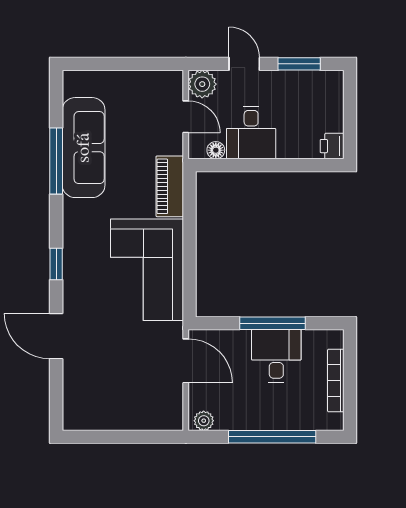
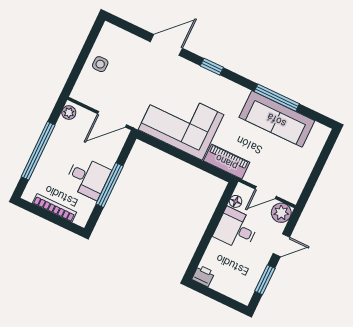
side table: (122, 410) -> (100, 64), added

